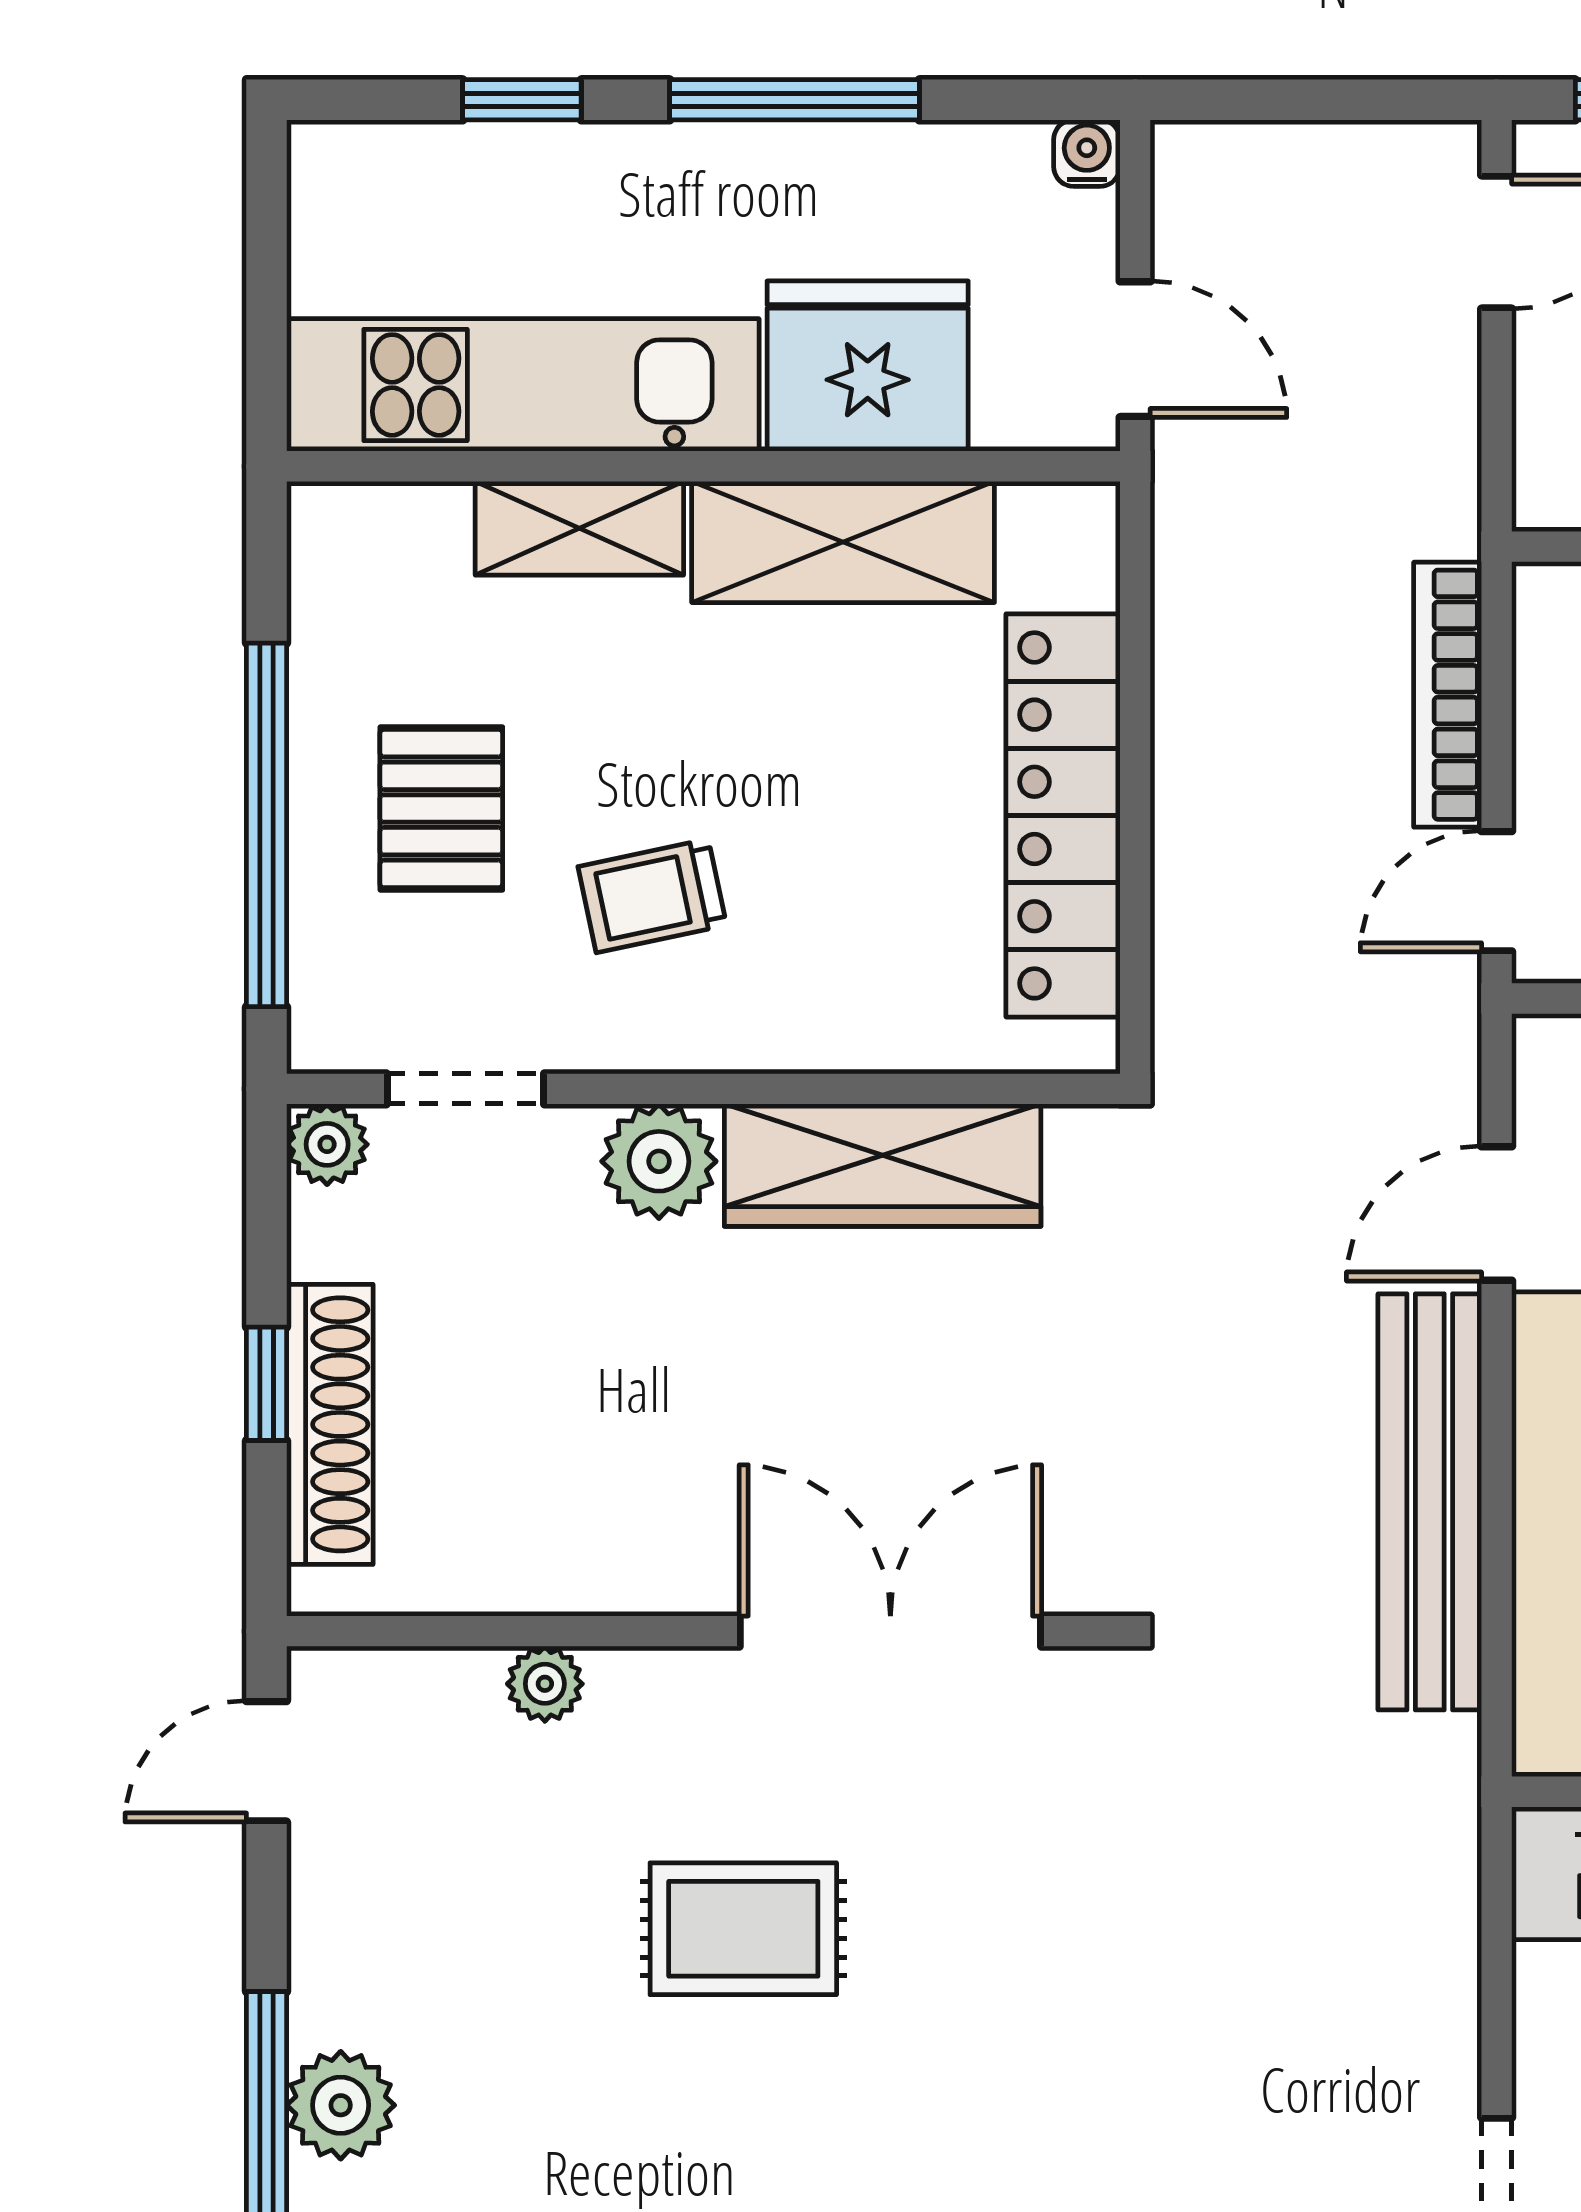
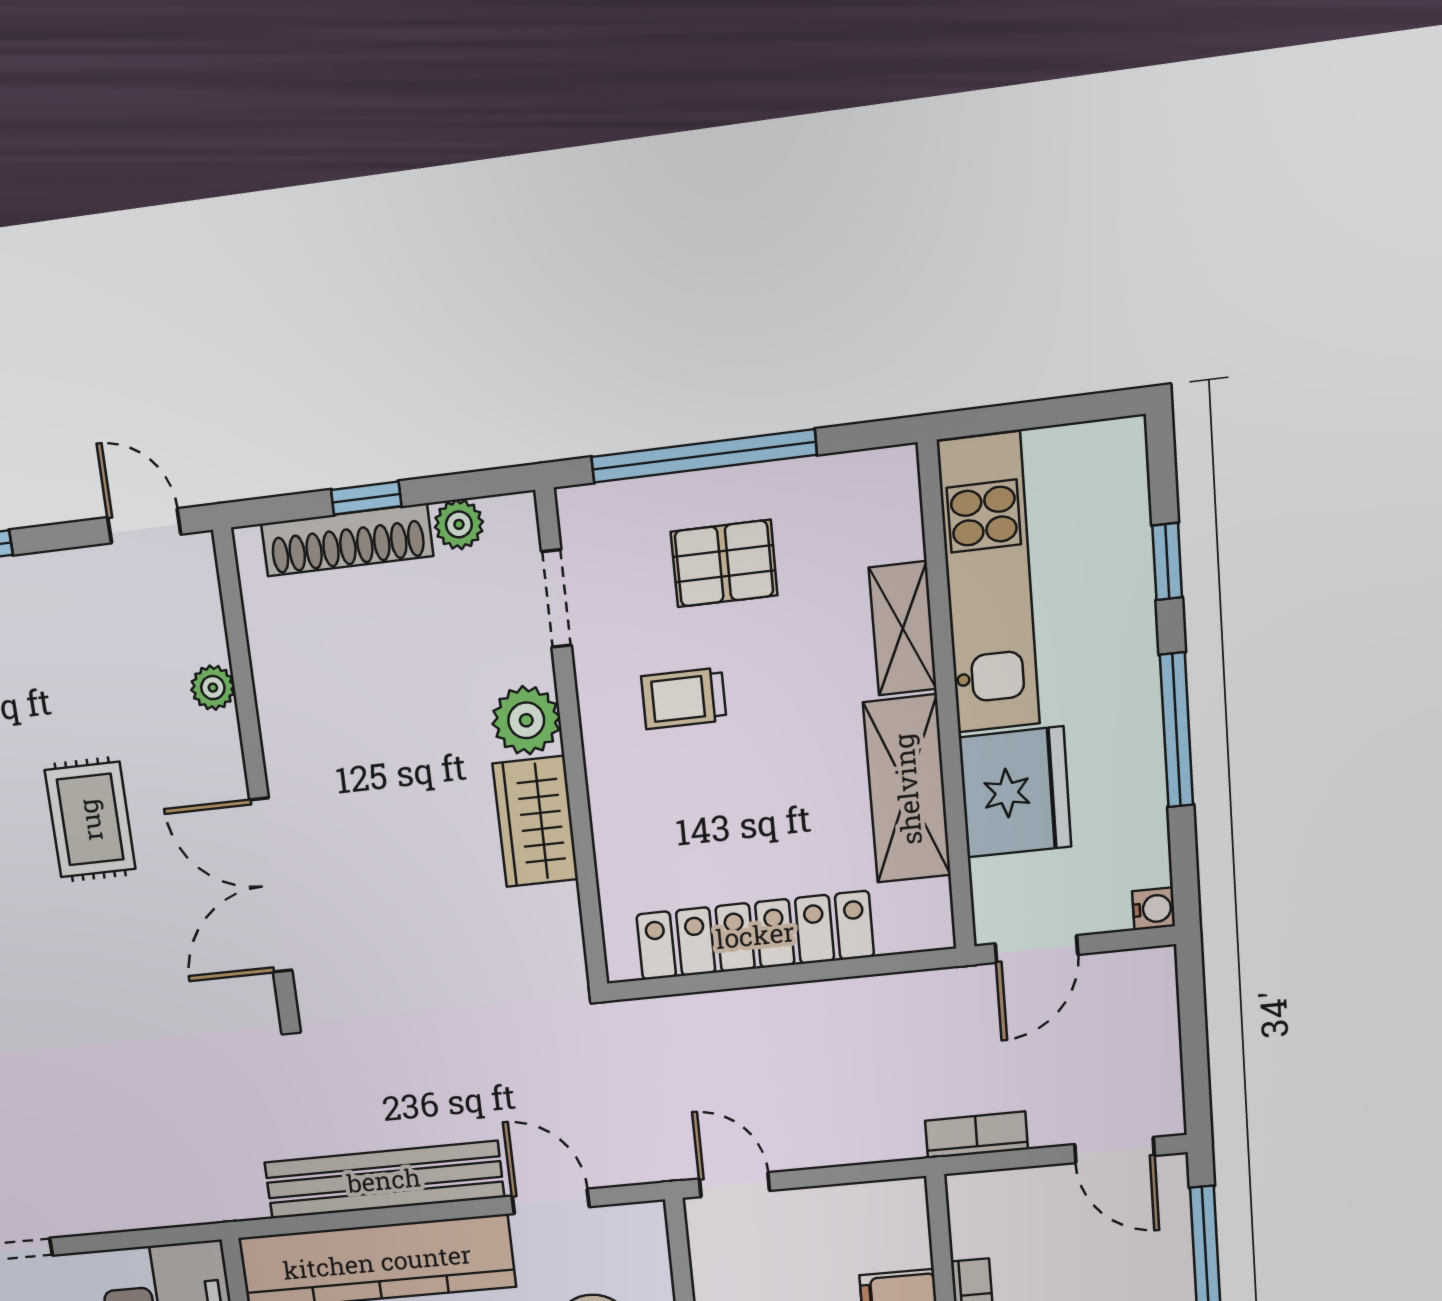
bookcase: (1448, 695) -> (976, 1135), moved, width x0.64
trolley: (652, 896) -> (684, 698), turned -78
plant: (327, 1144) -> (459, 524), moved
wardrobe: (883, 1165) -> (535, 822), width x0.67
double door: (890, 1631) -> (271, 886), swing flipped

